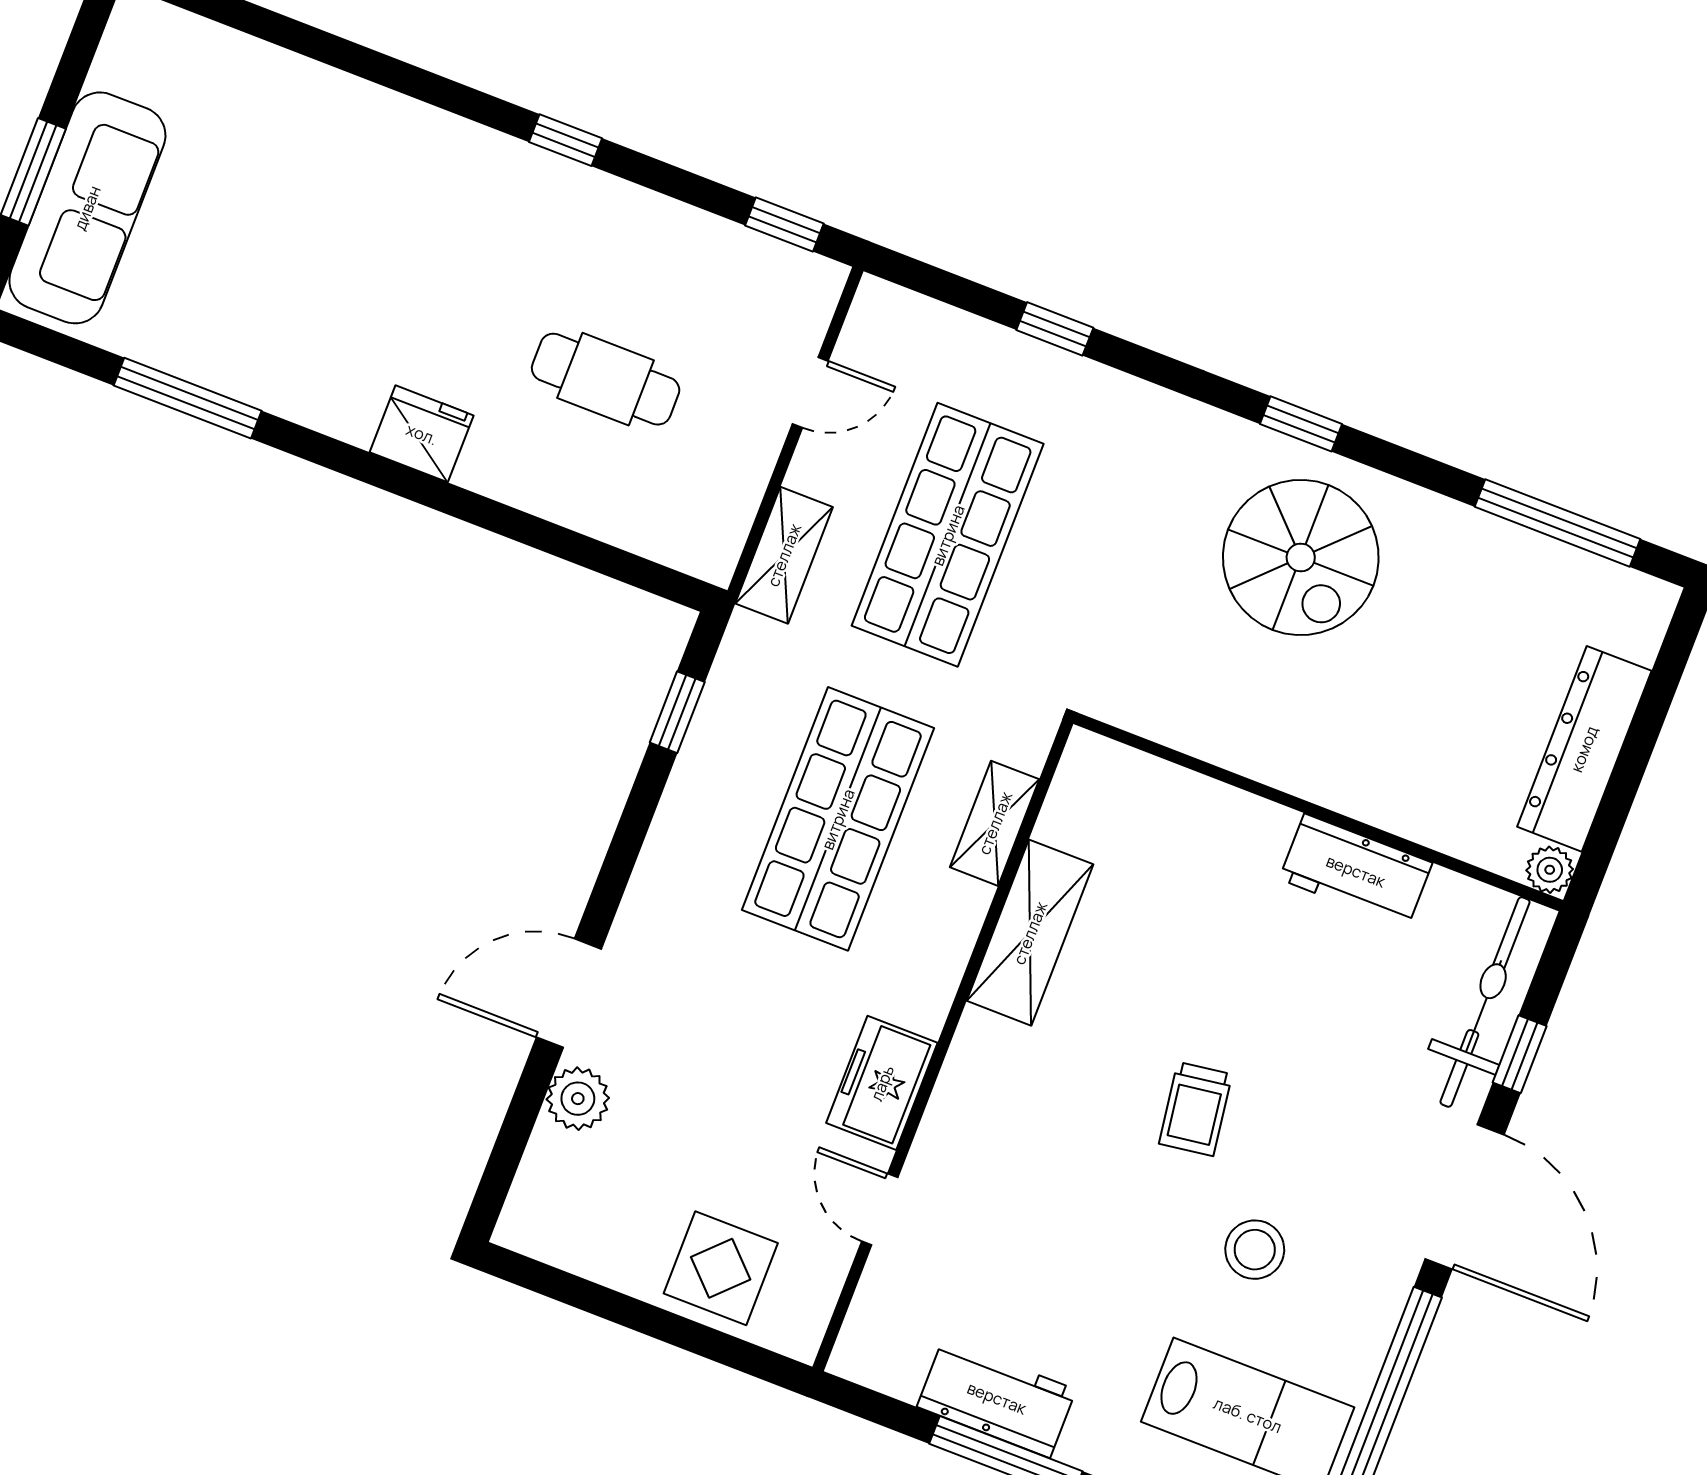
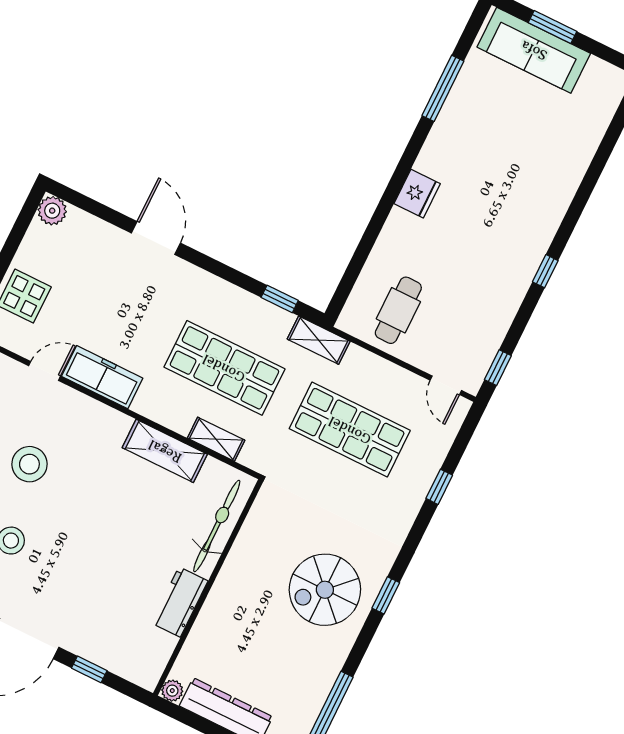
cafe table: (606, 379) -> (398, 310), moved
door: (810, 392) -> (446, 385), moved
shelving: (784, 555) -> (319, 340), moved
bicycle: (1485, 1002) -> (217, 526), moved, turned -90
freezer: (882, 1083) -> (102, 377), width x1.40
plant: (578, 1099) -> (52, 211), moved
trolley: (1196, 1109) -> (78, 519), removed
stool: (1085, 1224) -> (29, 464), added

